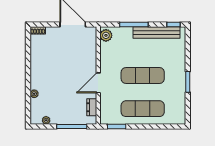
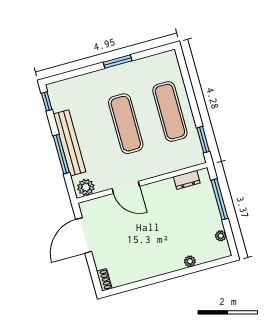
bench: (157, 32) -> (70, 143), moved
door: (98, 83) -> (126, 187), moved

